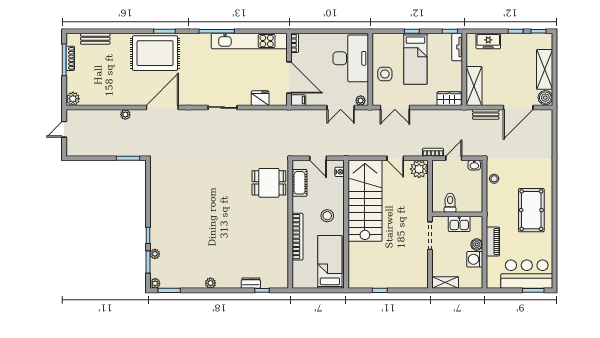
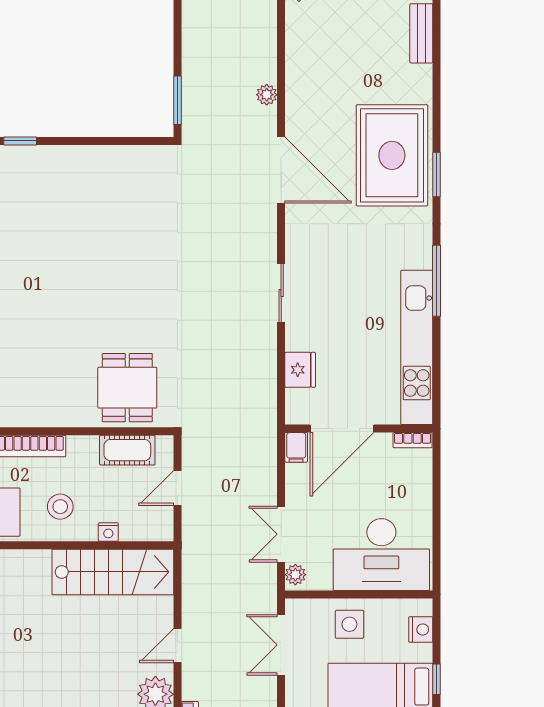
nightstand: (387, 39) -> (421, 630), added
nightstand: (340, 172) -> (108, 532), moved
stairs: (365, 201) -> (113, 572), width x0.73, depth x0.66

